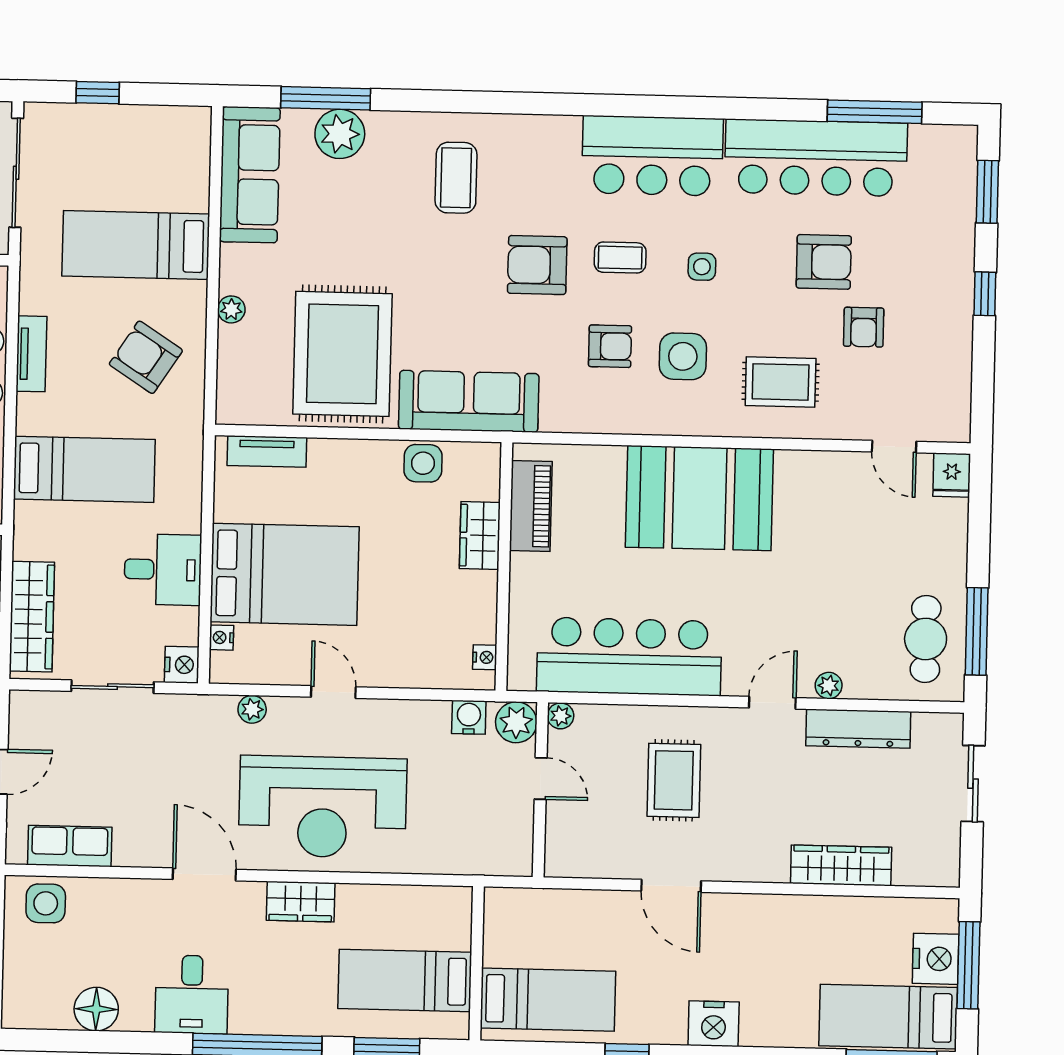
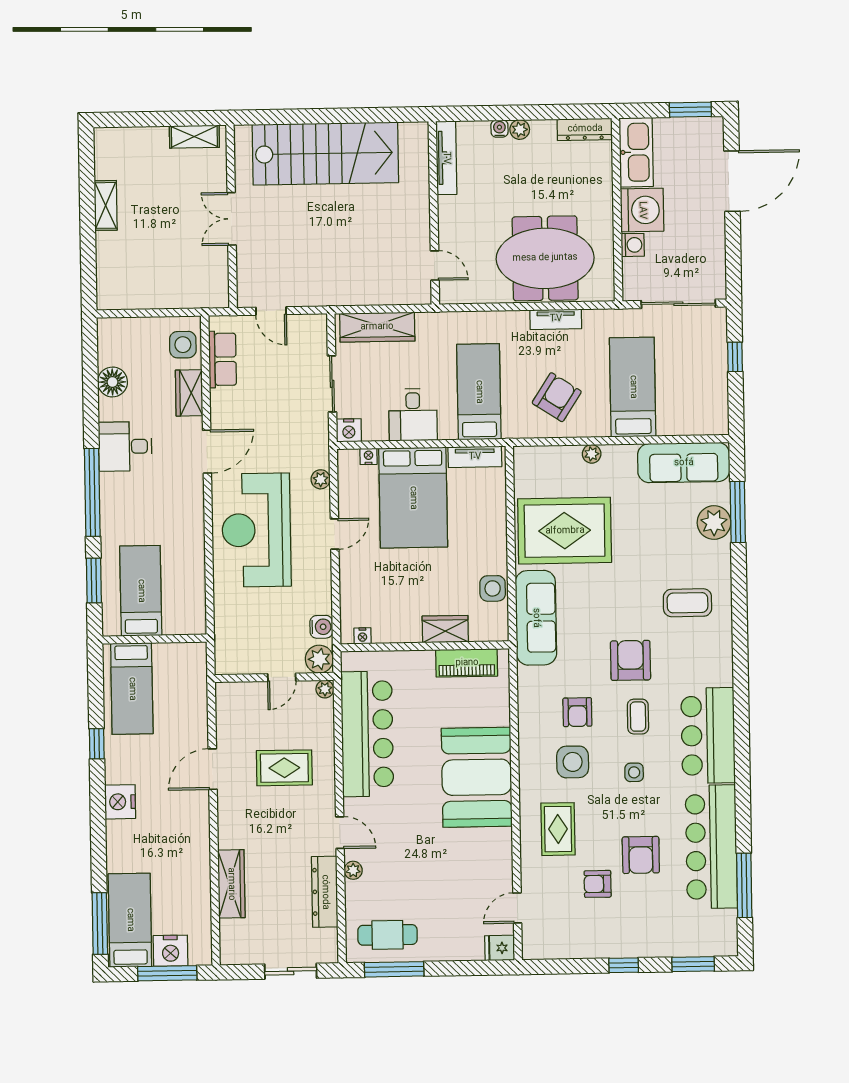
tv unit: (267, 452) -> (475, 457), moved, turned -90
bed: (84, 469) -> (479, 392), moved, turned 180
wardrobe: (301, 902) -> (189, 393), moved

